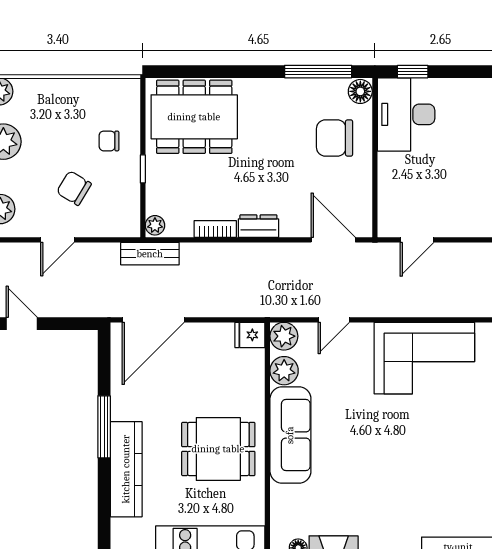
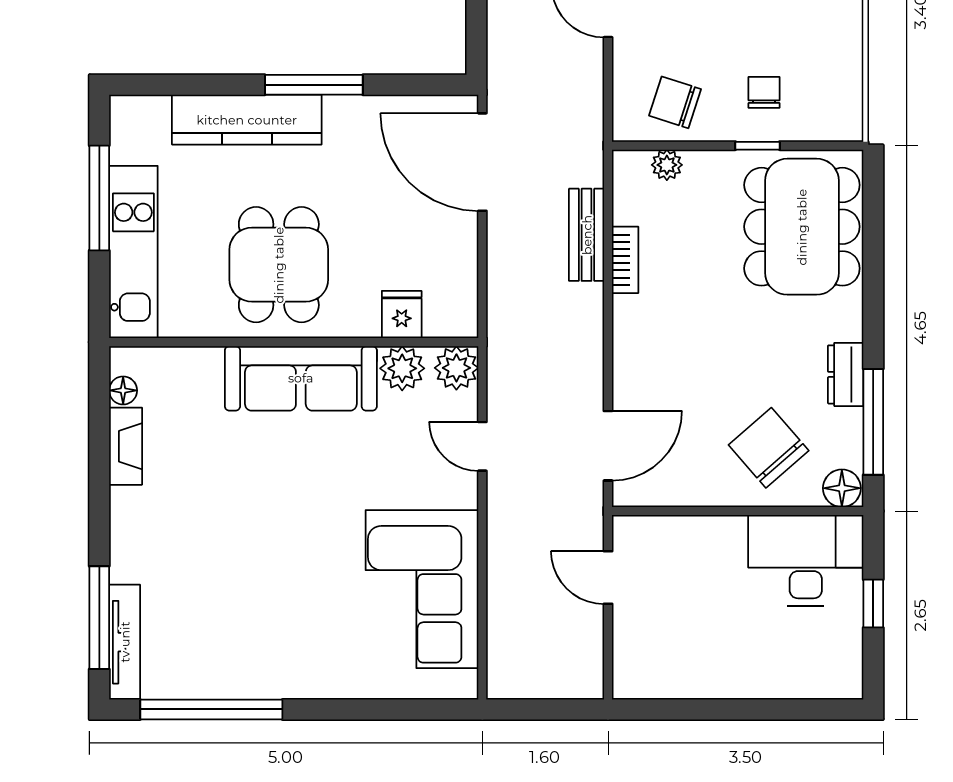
window: (413, 72) -> (873, 604), moved
chair: (335, 138) -> (769, 448), turned -41
window: (143, 169) -> (758, 146), moved
chair: (74, 188) -> (675, 102), moved, turned -103
plant: (155, 225) -> (667, 165), moved
dresser: (258, 226) -> (846, 374), moved, turned 180
bench: (150, 254) -> (587, 235), moved
fridge: (250, 335) -> (402, 314), moved

